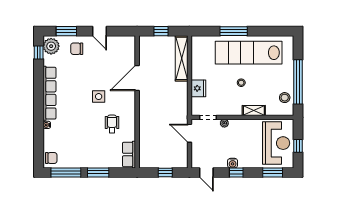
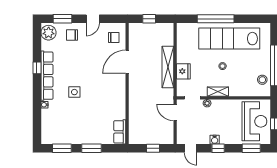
door: (99, 31) -> (93, 19), hinge flipped
window: (234, 31) -> (216, 19), width x1.46
window: (39, 53) -> (37, 68), moved
shelving: (182, 58) -> (168, 67), moved
side table: (99, 97) -> (74, 92), moved
shelving: (254, 111) -> (218, 92), moved
wheelchair: (112, 124) -> (104, 104), removed
chair: (51, 158) -> (114, 38), moved
window: (66, 172) -> (62, 148), width x0.69

